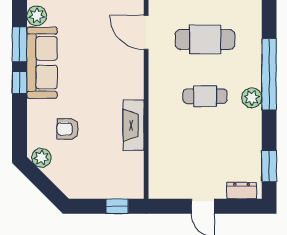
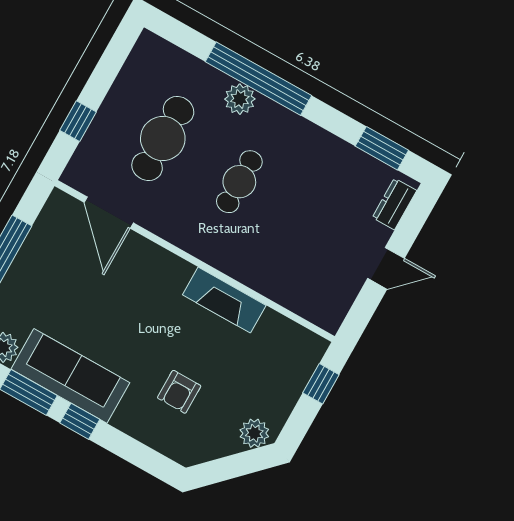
door: (146, 33) -> (109, 213), hinge flipped
plant: (252, 98) -> (240, 99), moved
plant: (41, 158) -> (254, 433), moved

